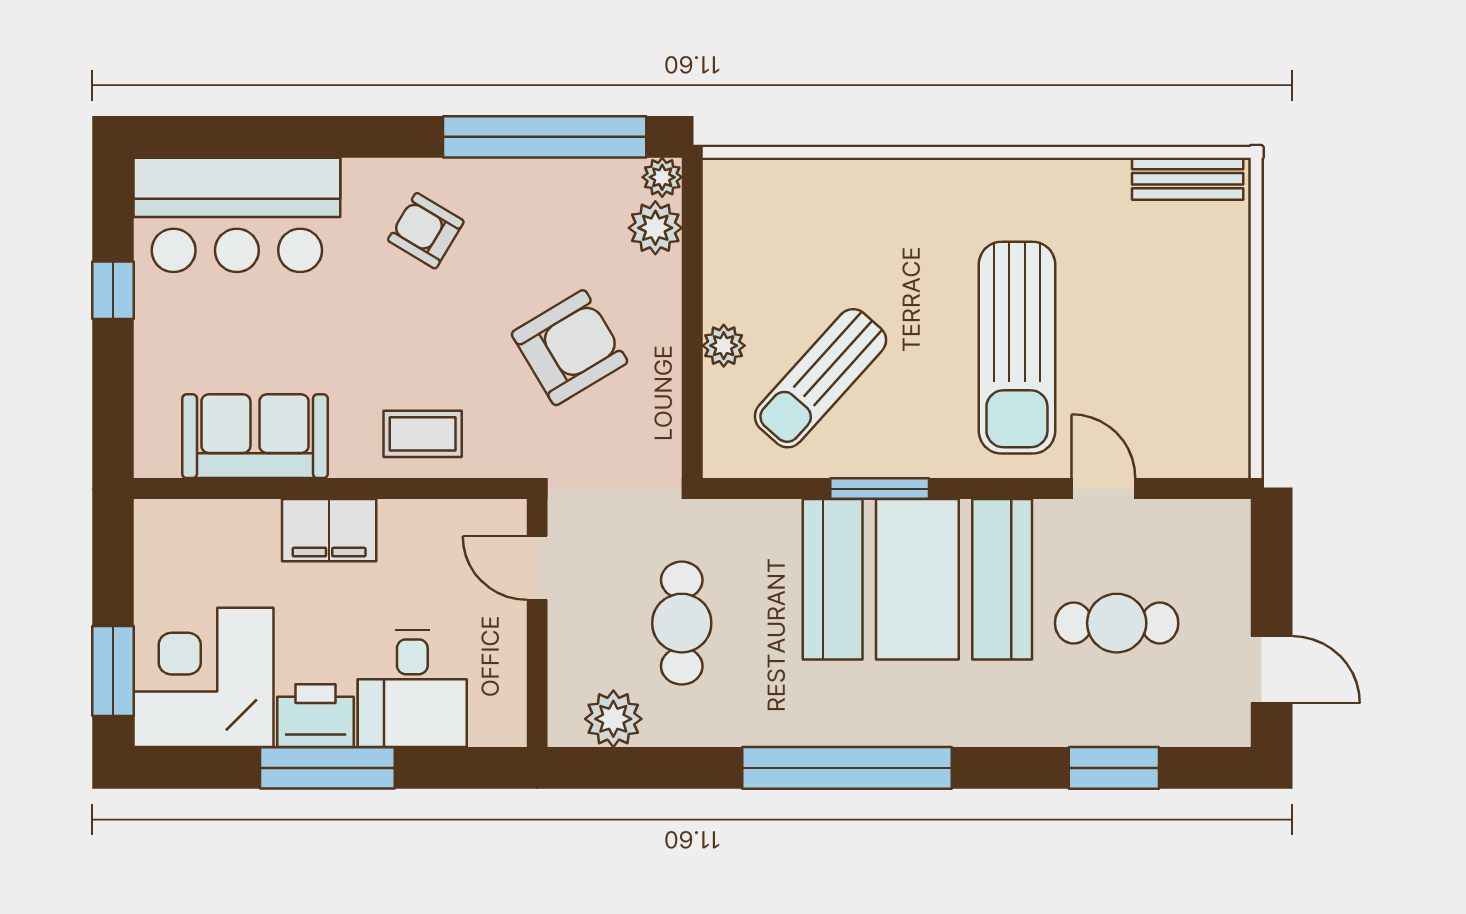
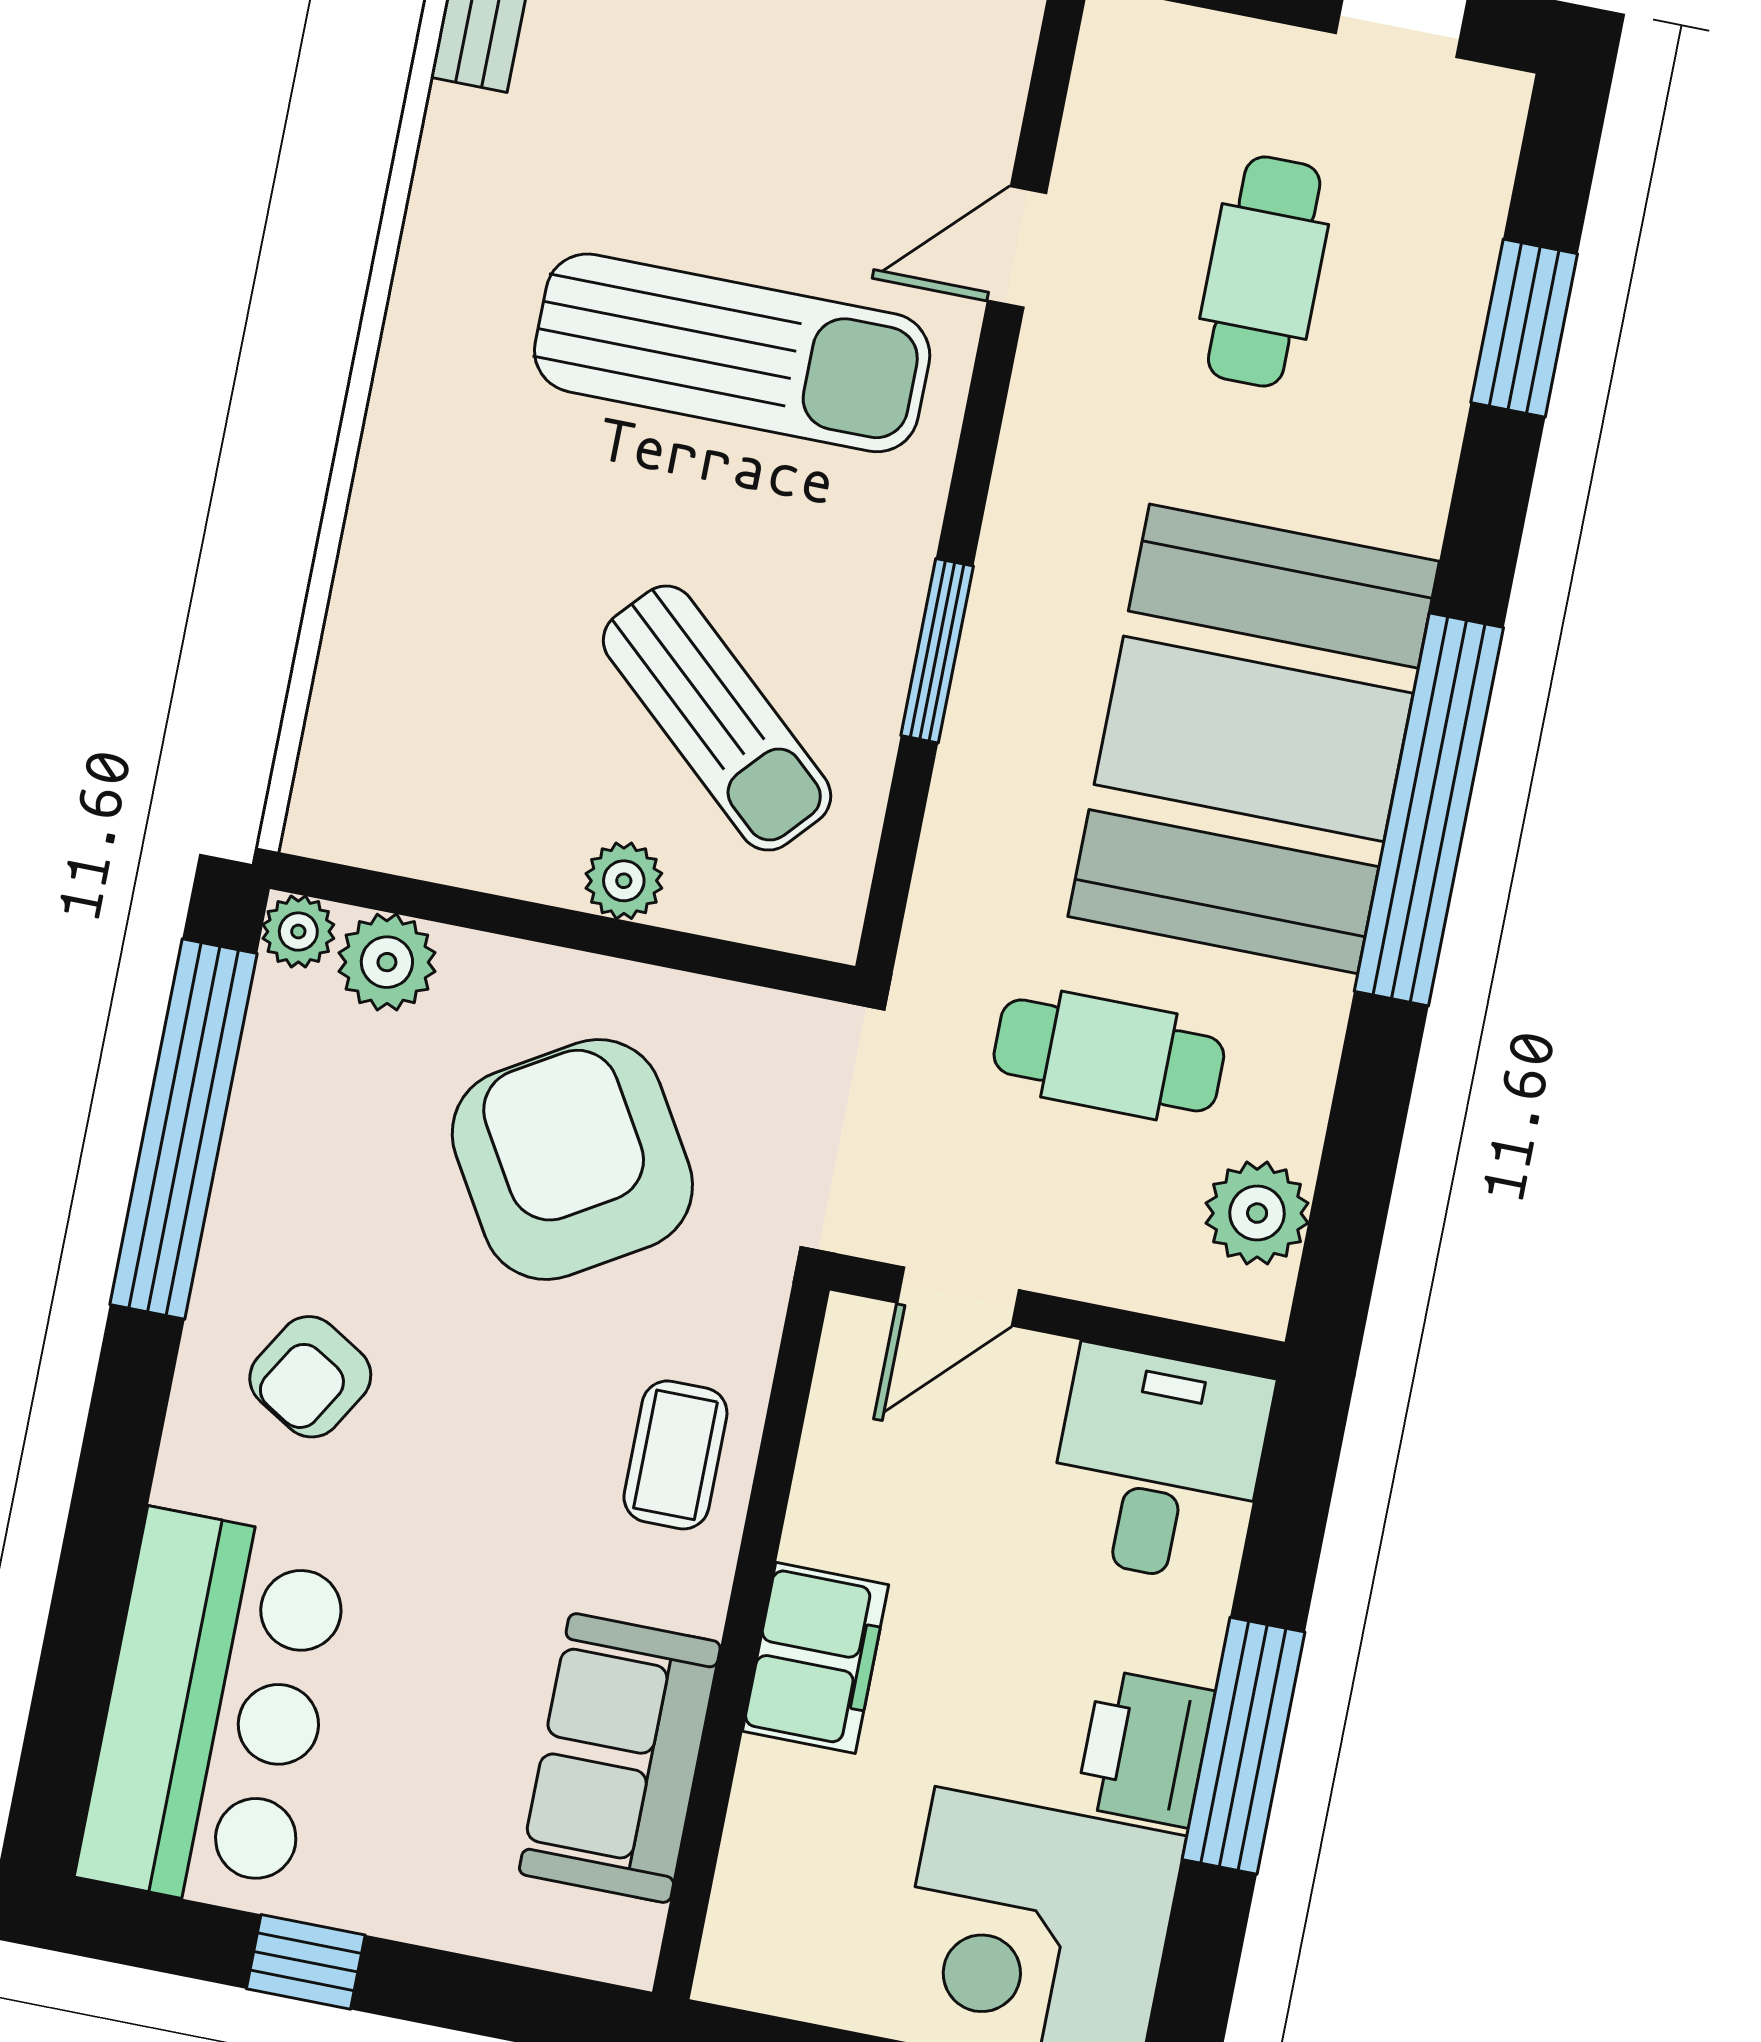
armchair: (569, 348) -> (572, 1160), width x1.36, depth x1.36
booth: (917, 579) -> (1254, 739), moved
desk: (412, 689) -> (1158, 1465), moved, turned -90

